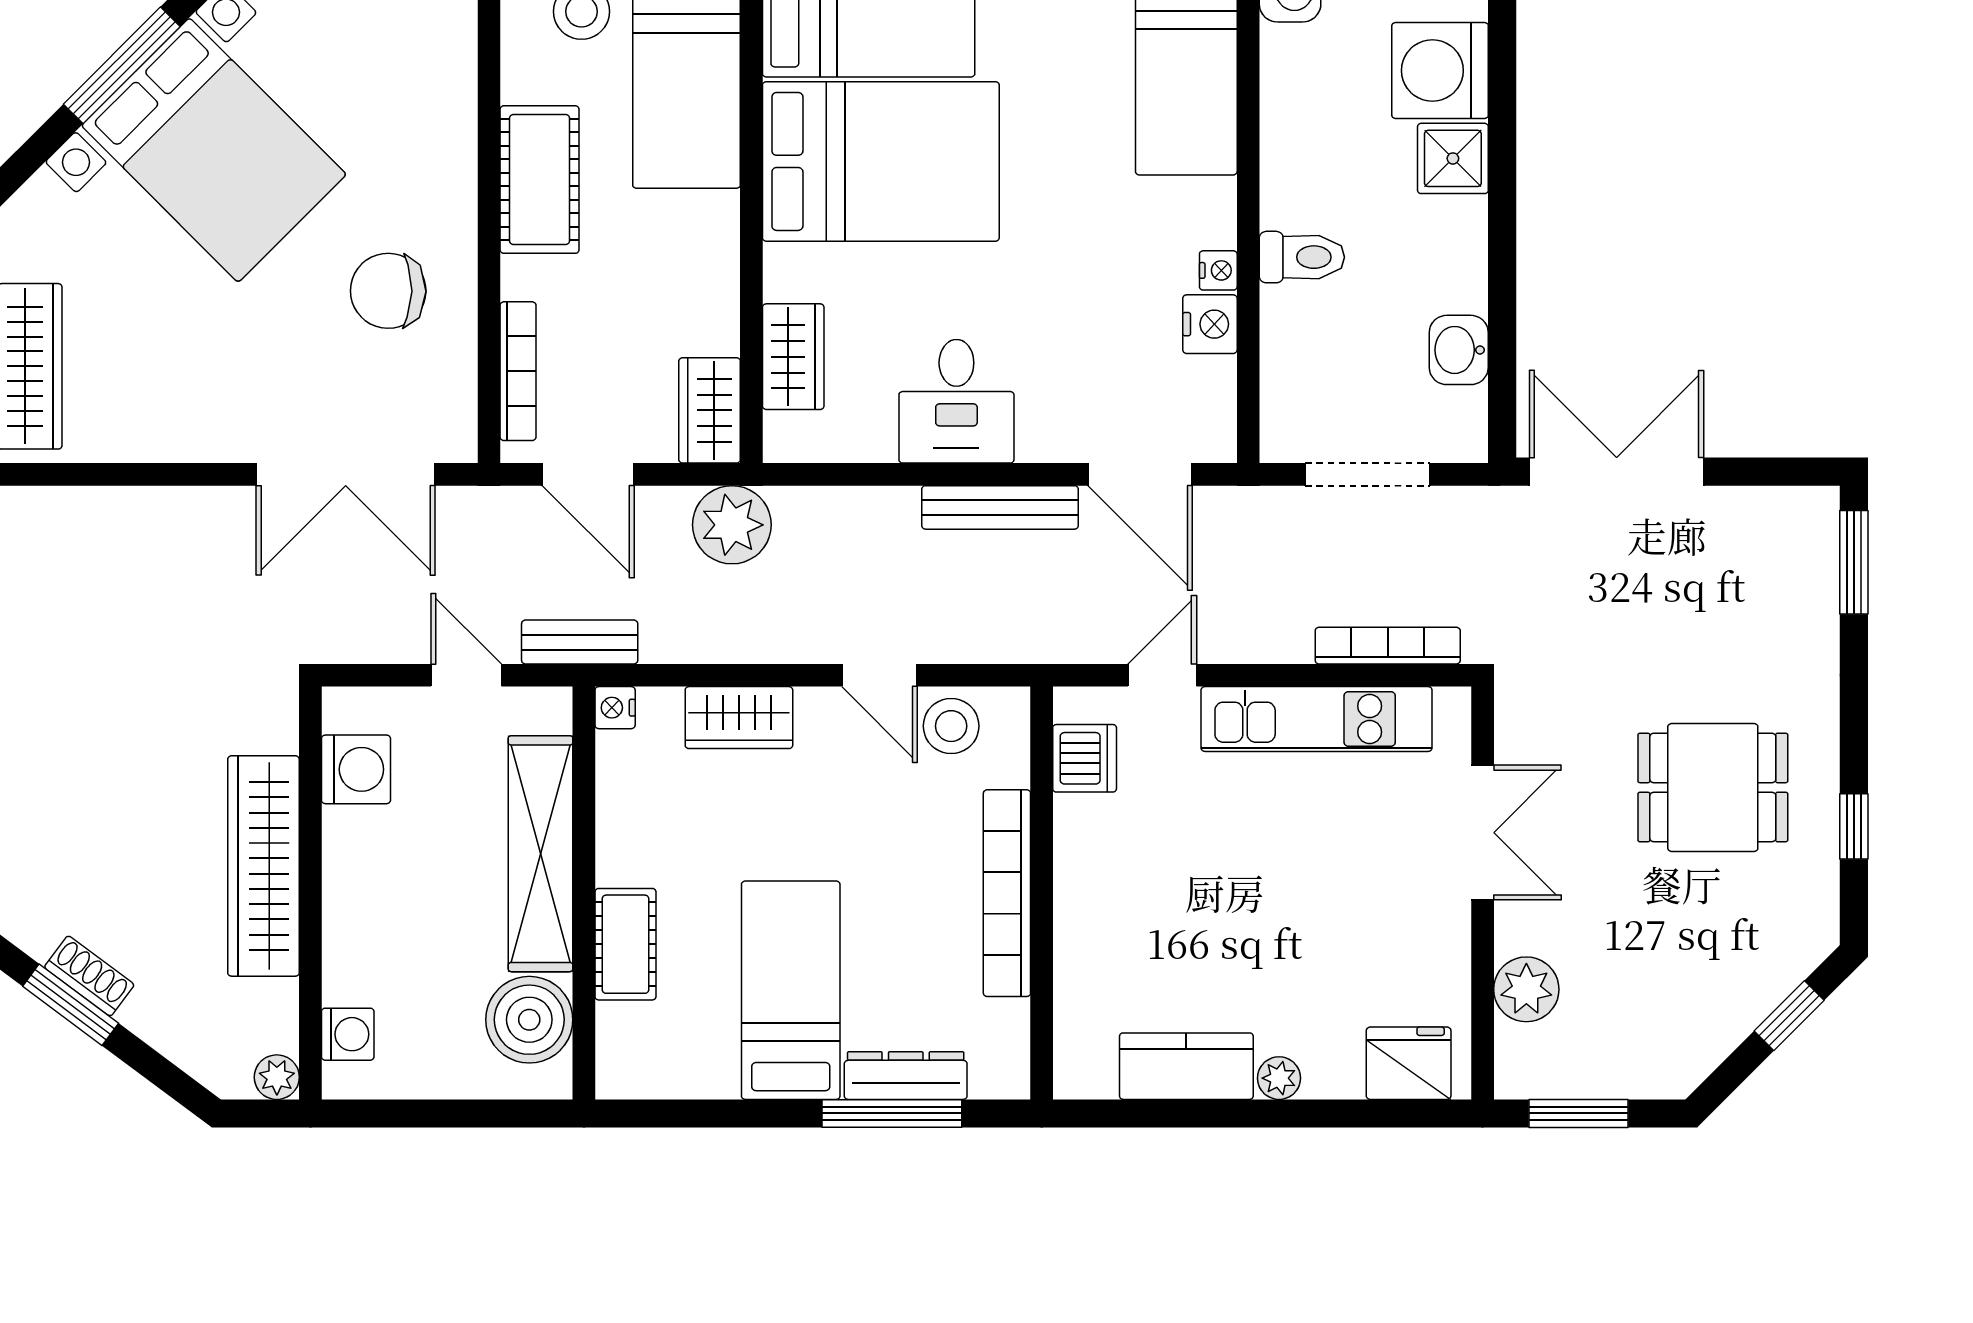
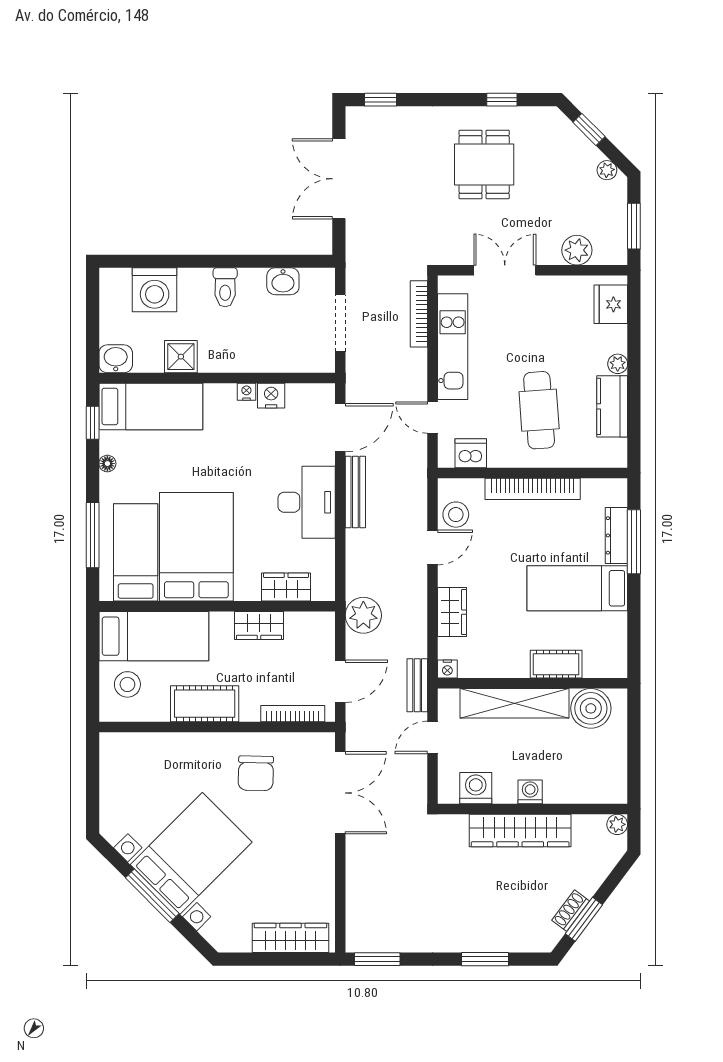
shower: (1453, 158) -> (181, 357), moved
toilet: (1302, 257) -> (225, 287), moved, turned 180
desk: (956, 401) -> (307, 502), width x1.37
wardrobe: (710, 410) -> (259, 626), moved
double door: (1617, 472) -> (339, 179), moved
window: (1854, 562) -> (381, 100), width x0.67
cafe table: (1178, 907) -> (539, 410), added
washing machine: (348, 1034) -> (530, 792), moved
plant: (1700, 1055) -> (607, 170), added

